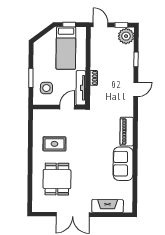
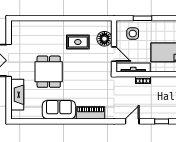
door: (136, 89) -> (132, 121), swing flipped
floor lamp: (51, 117) -> (104, 39), added
rug: (54, 144) -> (78, 42), turned 90
dining table: (57, 179) -> (49, 72), moved, turned 90

